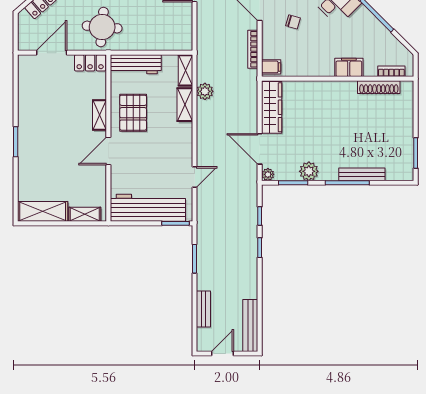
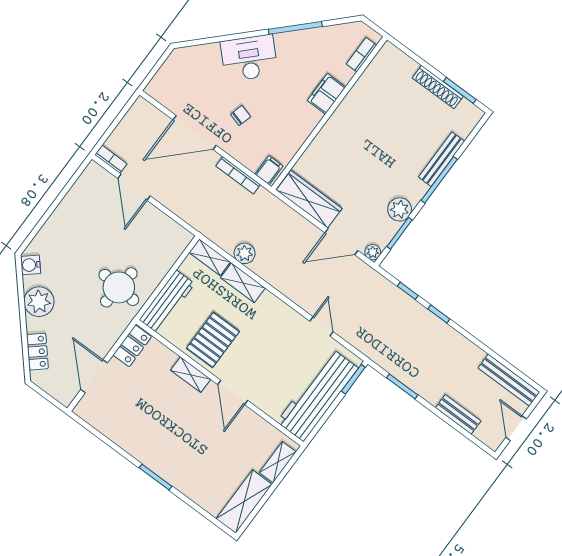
round table: (102, 27) -> (119, 287), moved
shoe rack: (379, 87) -> (438, 87), moved, turned 90
pallet: (133, 113) -> (213, 340), turned 90

